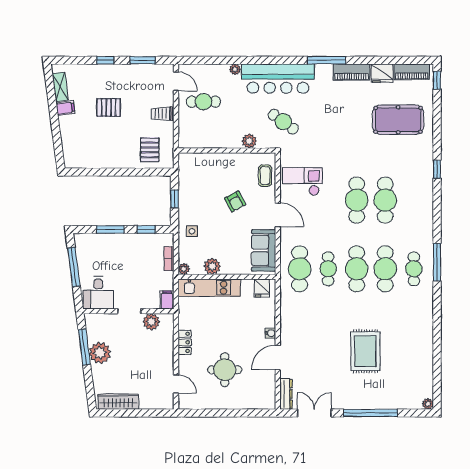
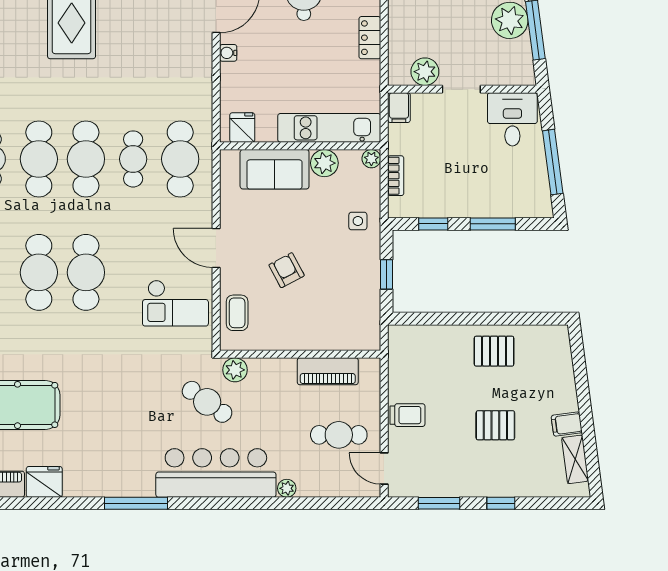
piano: (352, 72) -> (328, 371), moved, turned 180
plant: (249, 141) -> (235, 370), moved
pallet: (150, 150) -> (494, 351), moved, turned 90
sofa: (264, 250) -> (275, 169), moved, turned 90

